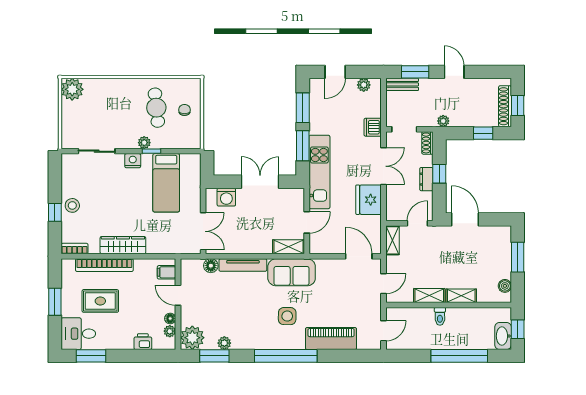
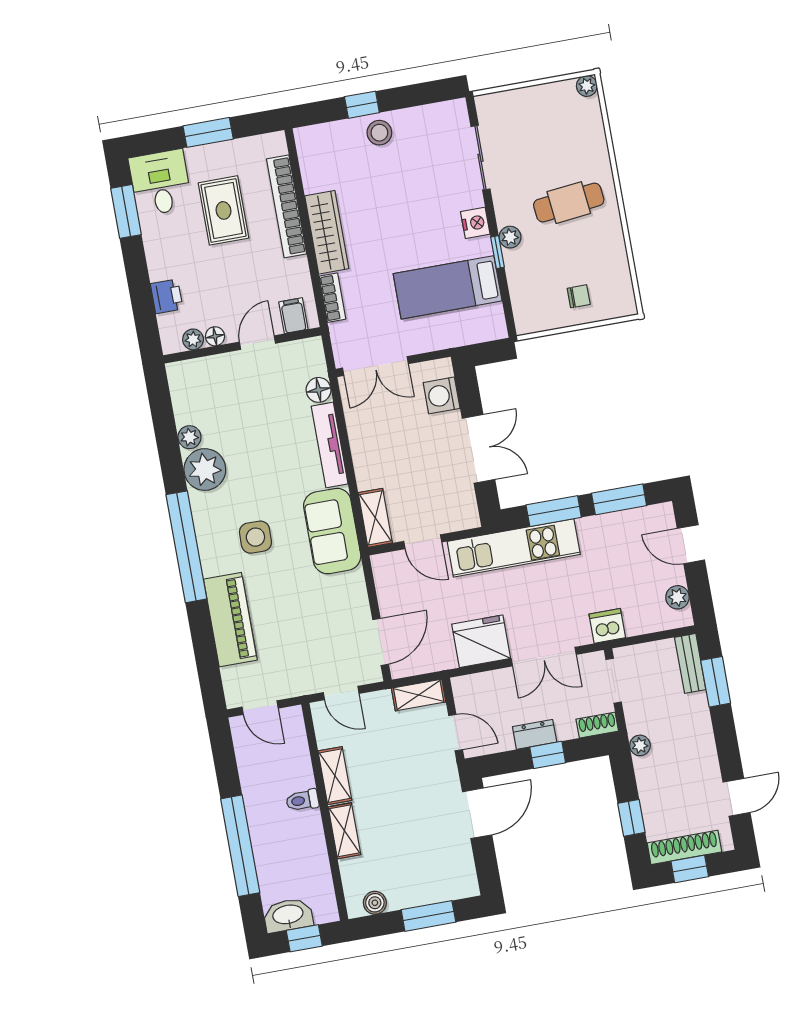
door: (454, 72) -> (736, 797), moved
plant: (72, 89) -> (587, 86), width x0.53, depth x0.53
cafe table: (156, 108) -> (569, 203), moved
bookcase: (75, 249) -> (332, 298), moved
plant: (192, 338) -> (205, 470), moved
window: (214, 356) -> (164, 424), removed

